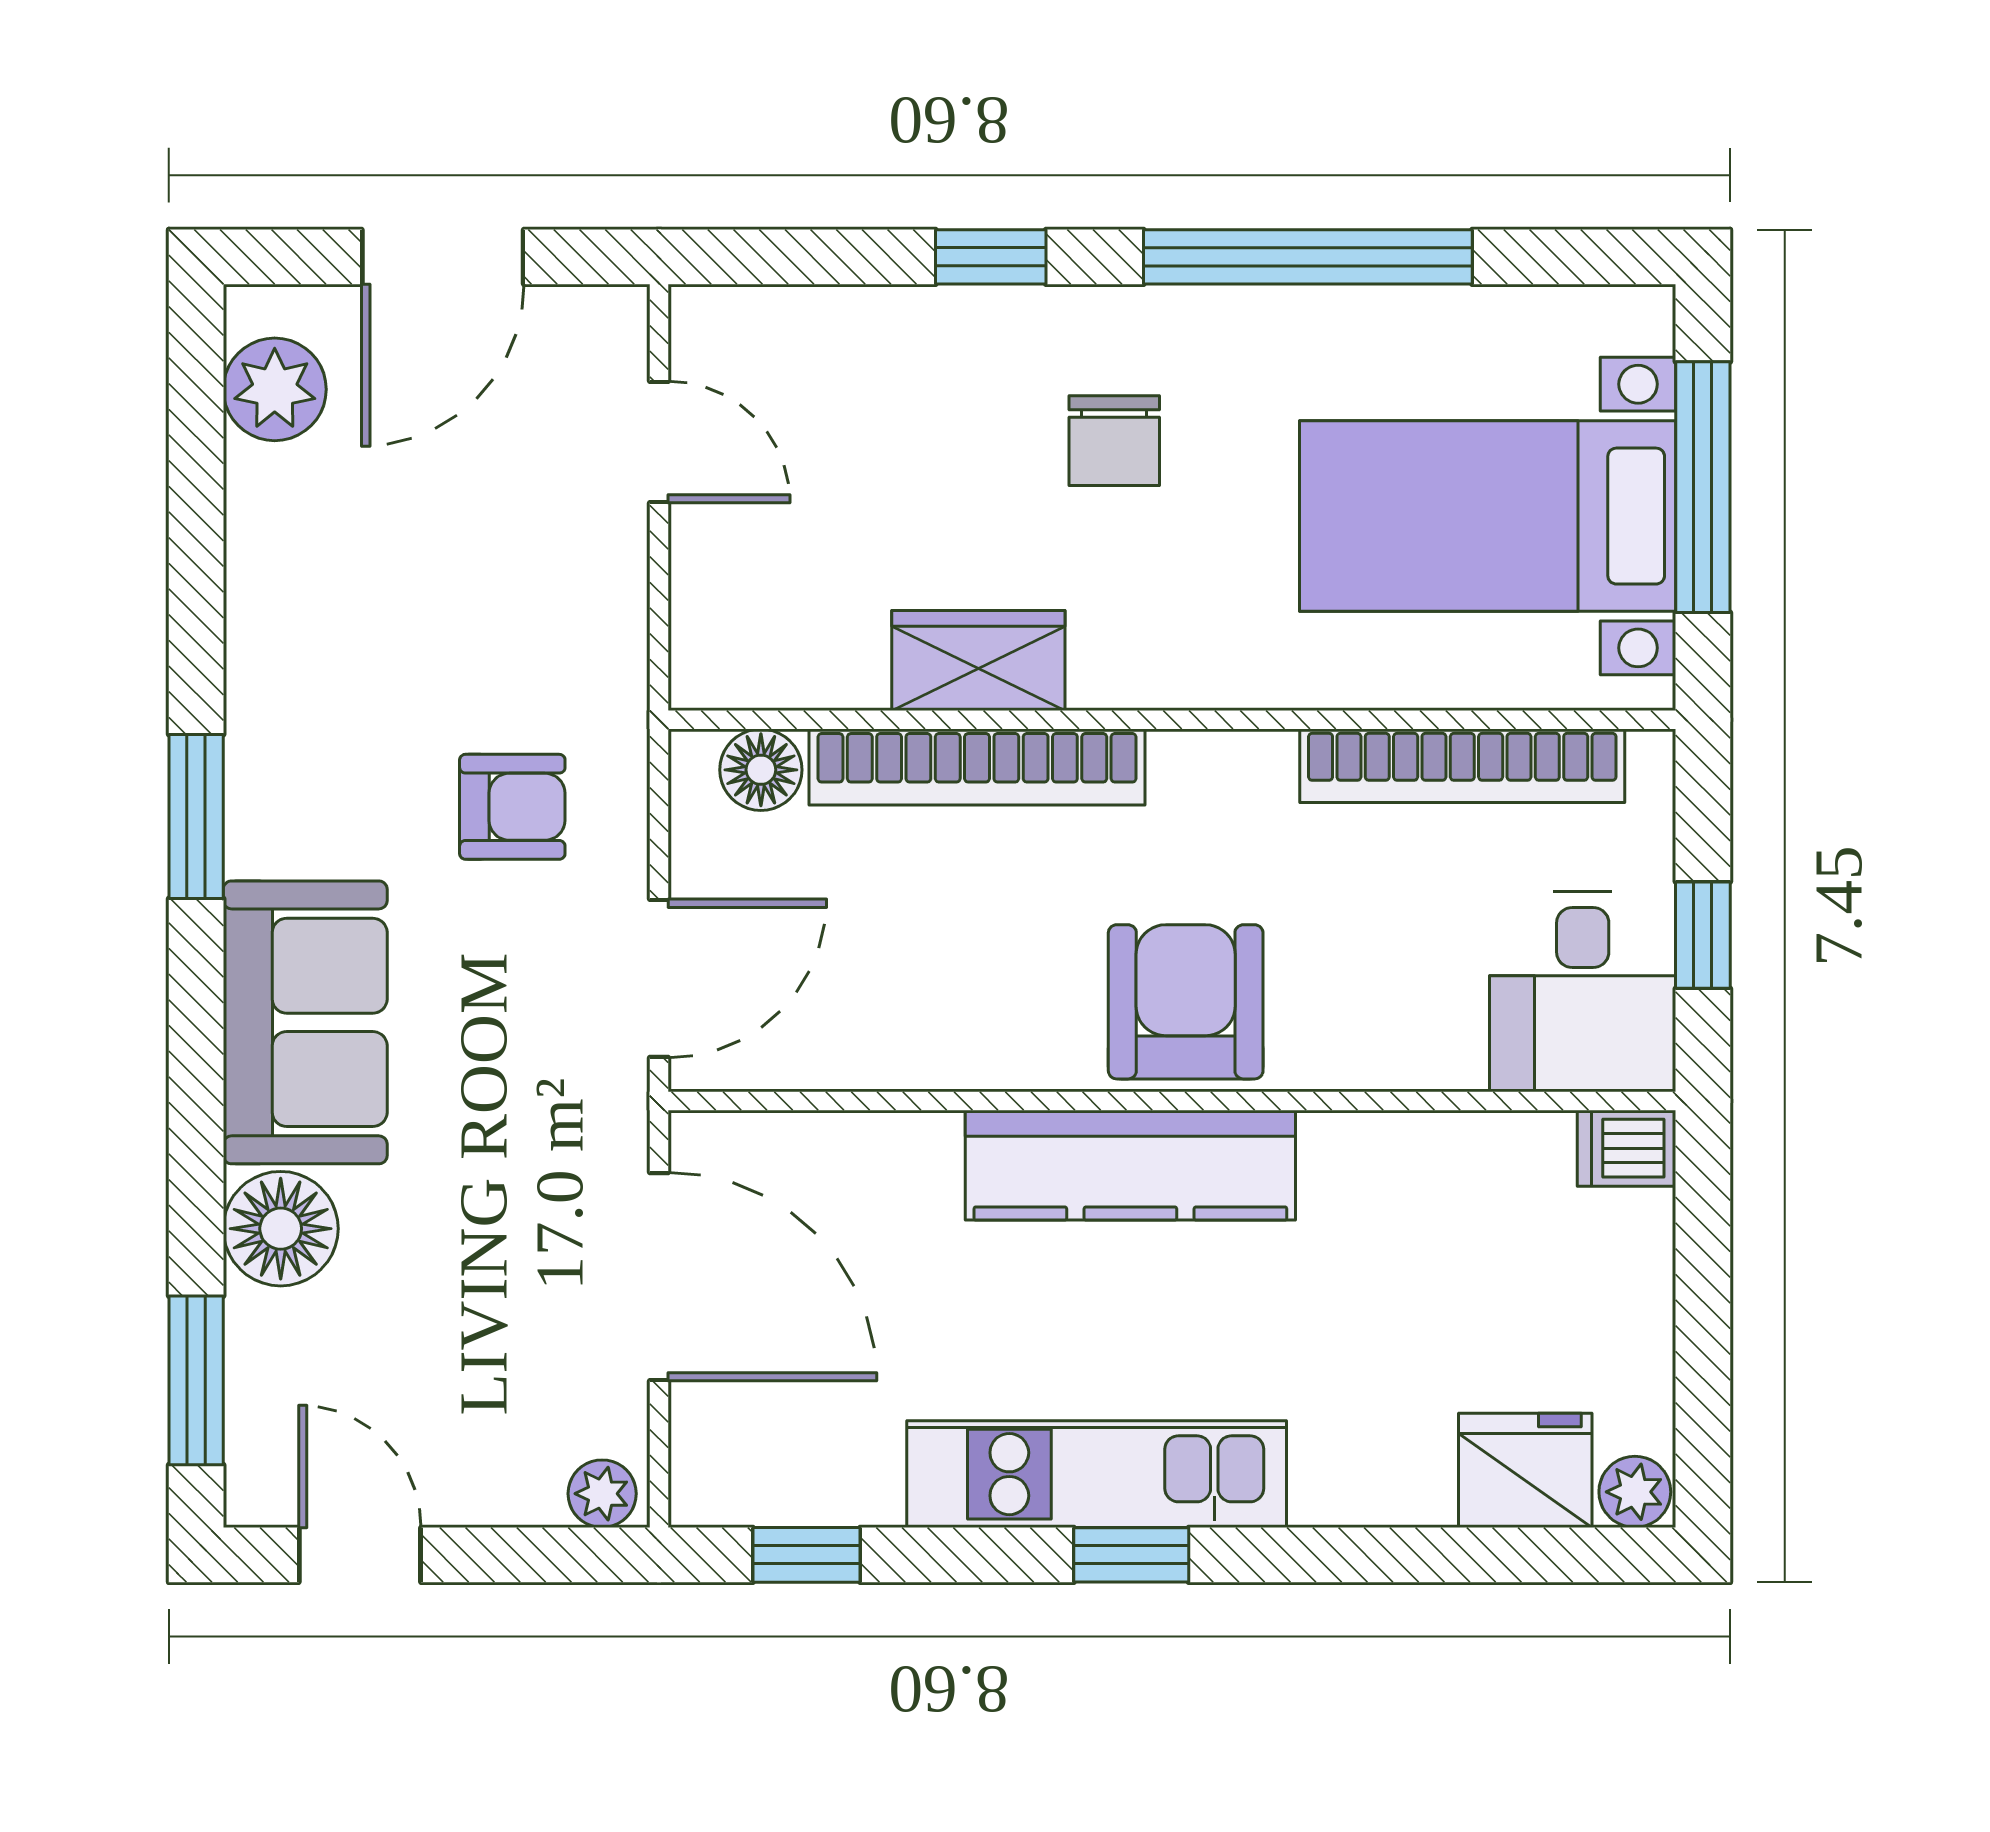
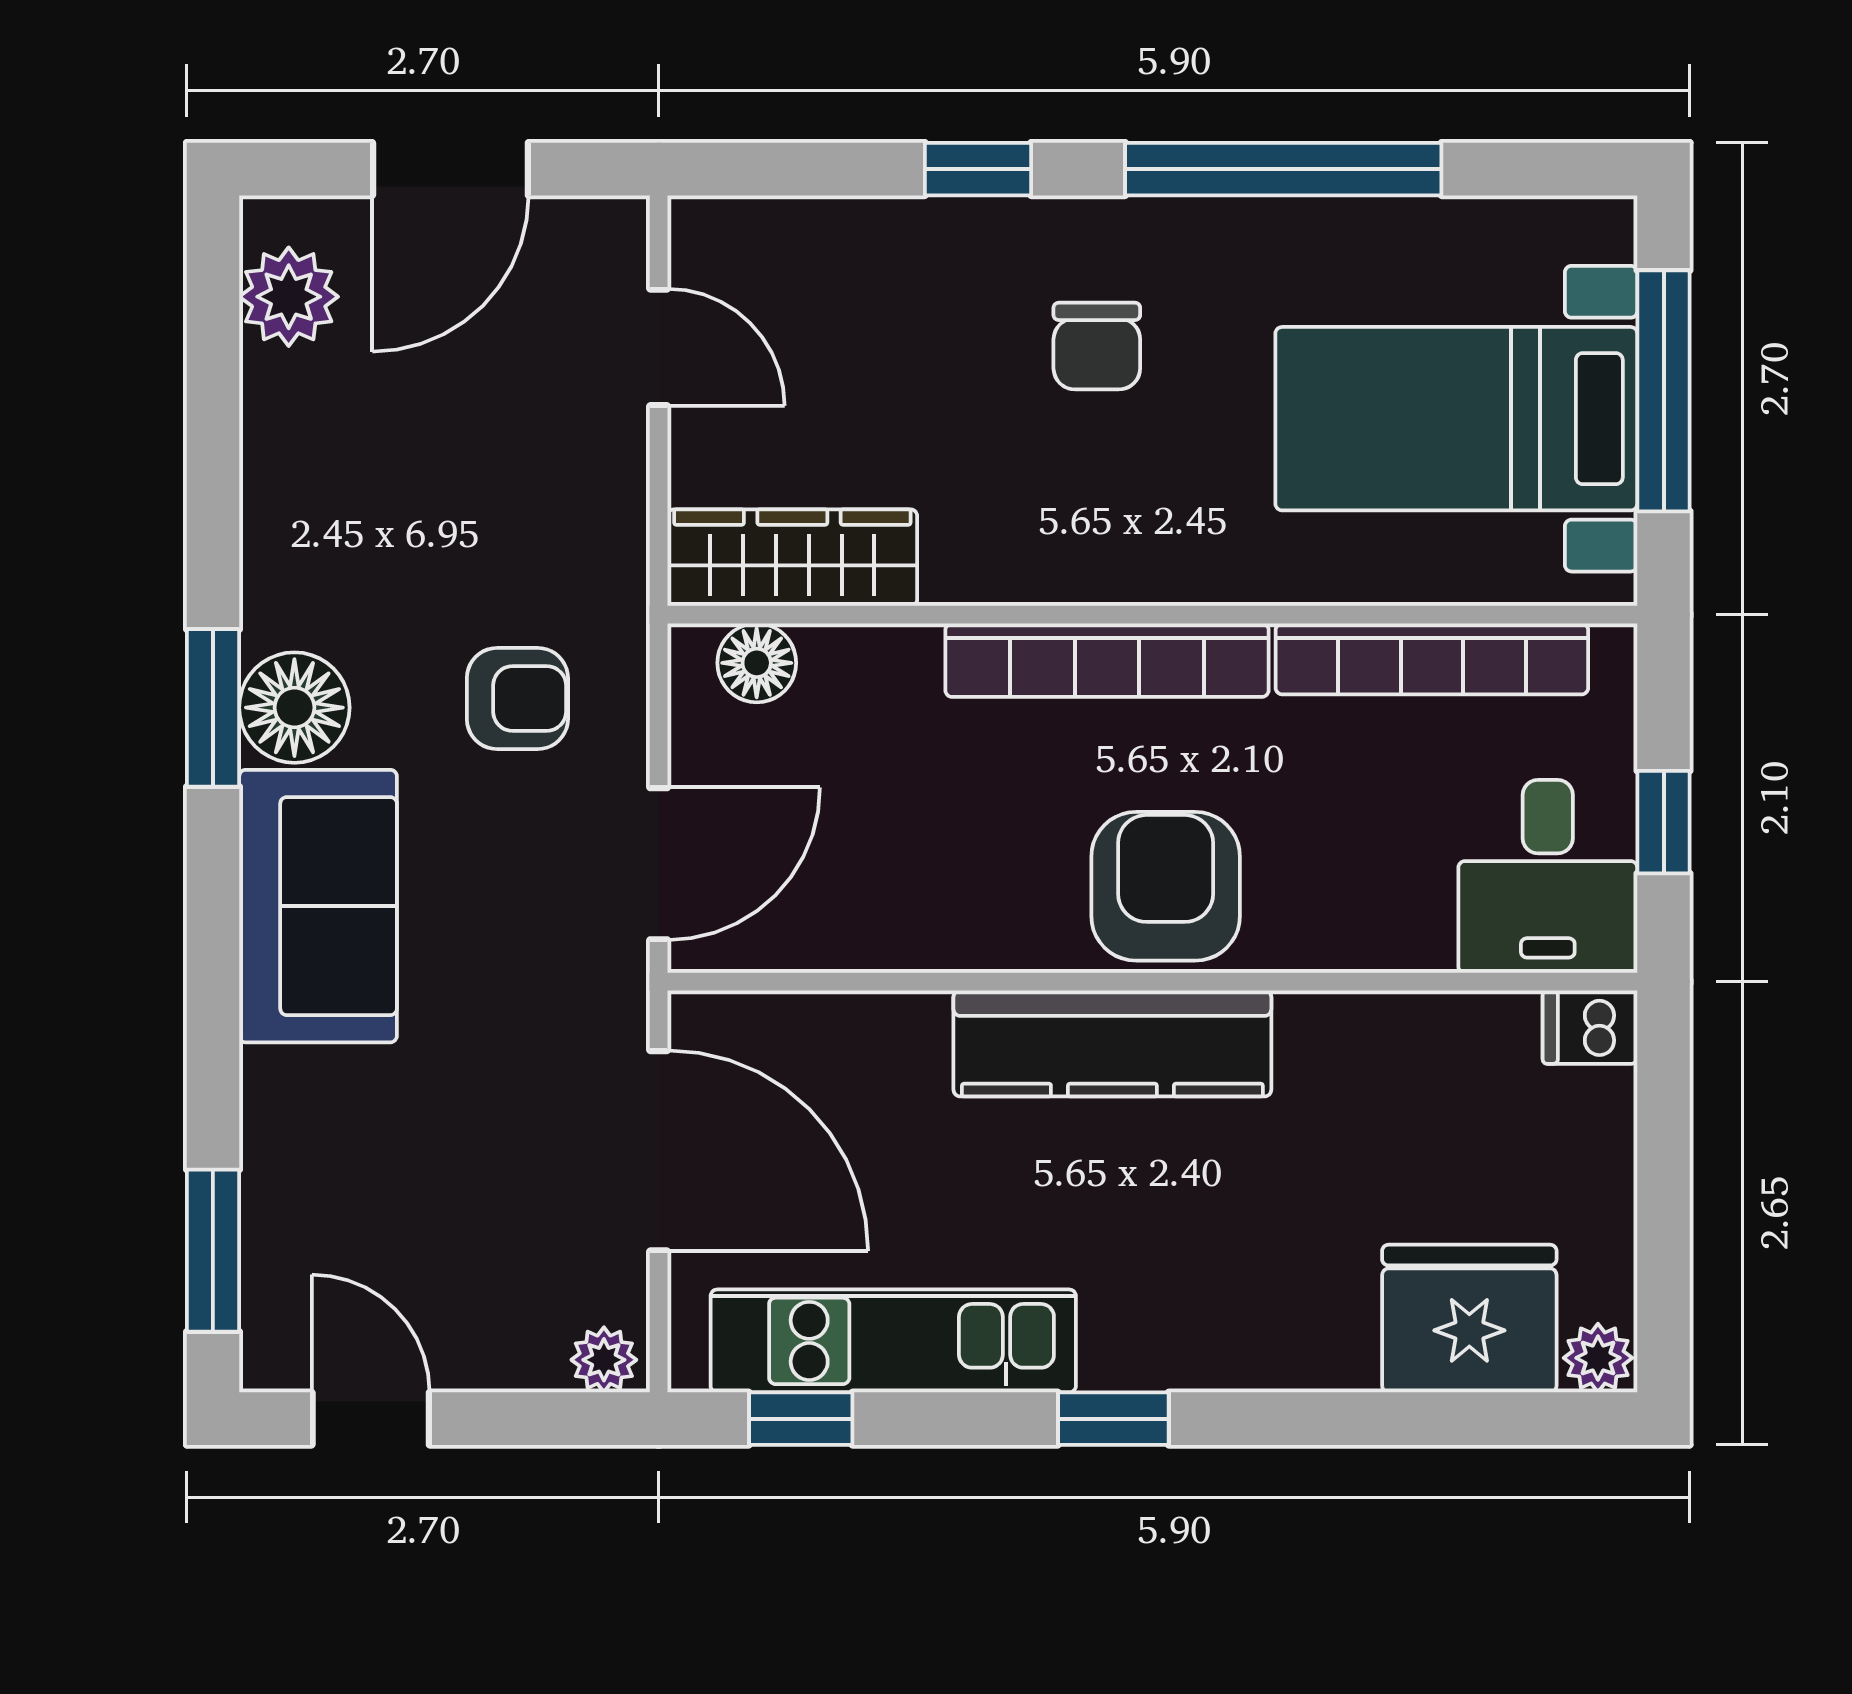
wardrobe: (978, 660) -> (792, 558), moved, width x1.50
bookcase: (977, 767) -> (1107, 660), moved
floor lamp: (281, 1229) -> (294, 708), moved
fridge: (1525, 1470) -> (1469, 1319), width x1.36, depth x1.34
kitchen unit: (1097, 1474) -> (893, 1341), moved

